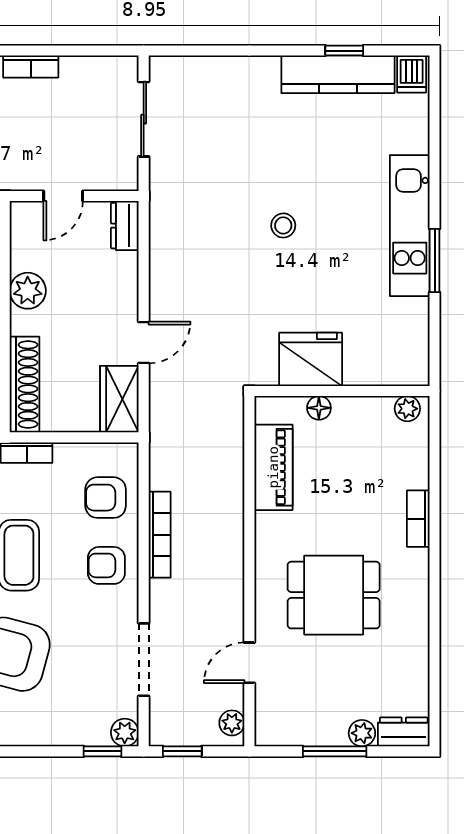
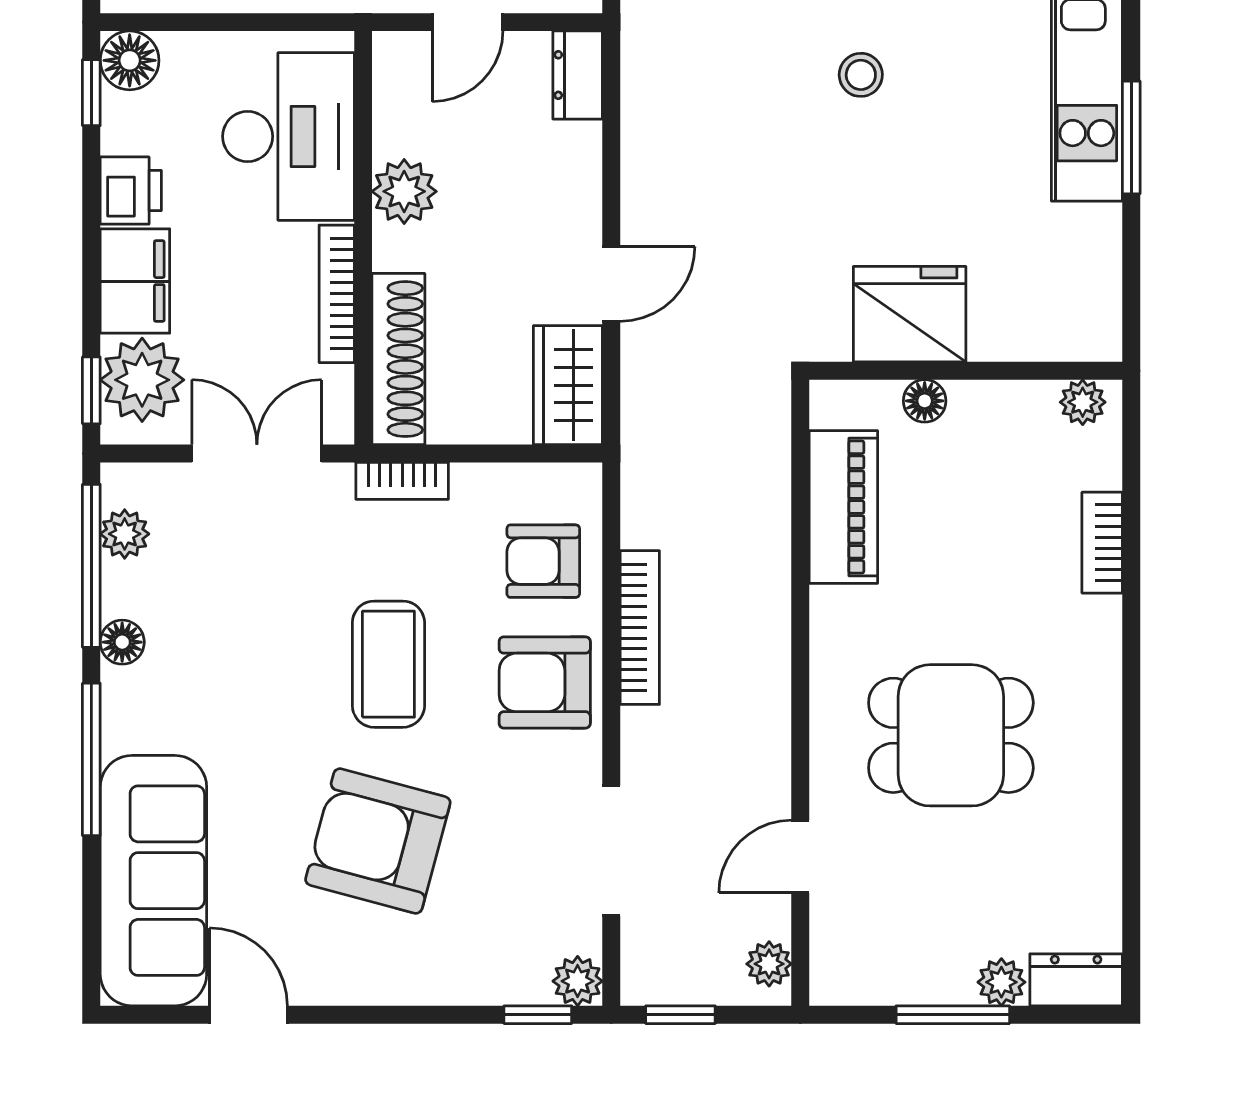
bookcase: (418, 519) -> (1102, 543), moved
armchair: (106, 565) -> (545, 682), width x1.38, depth x1.38

